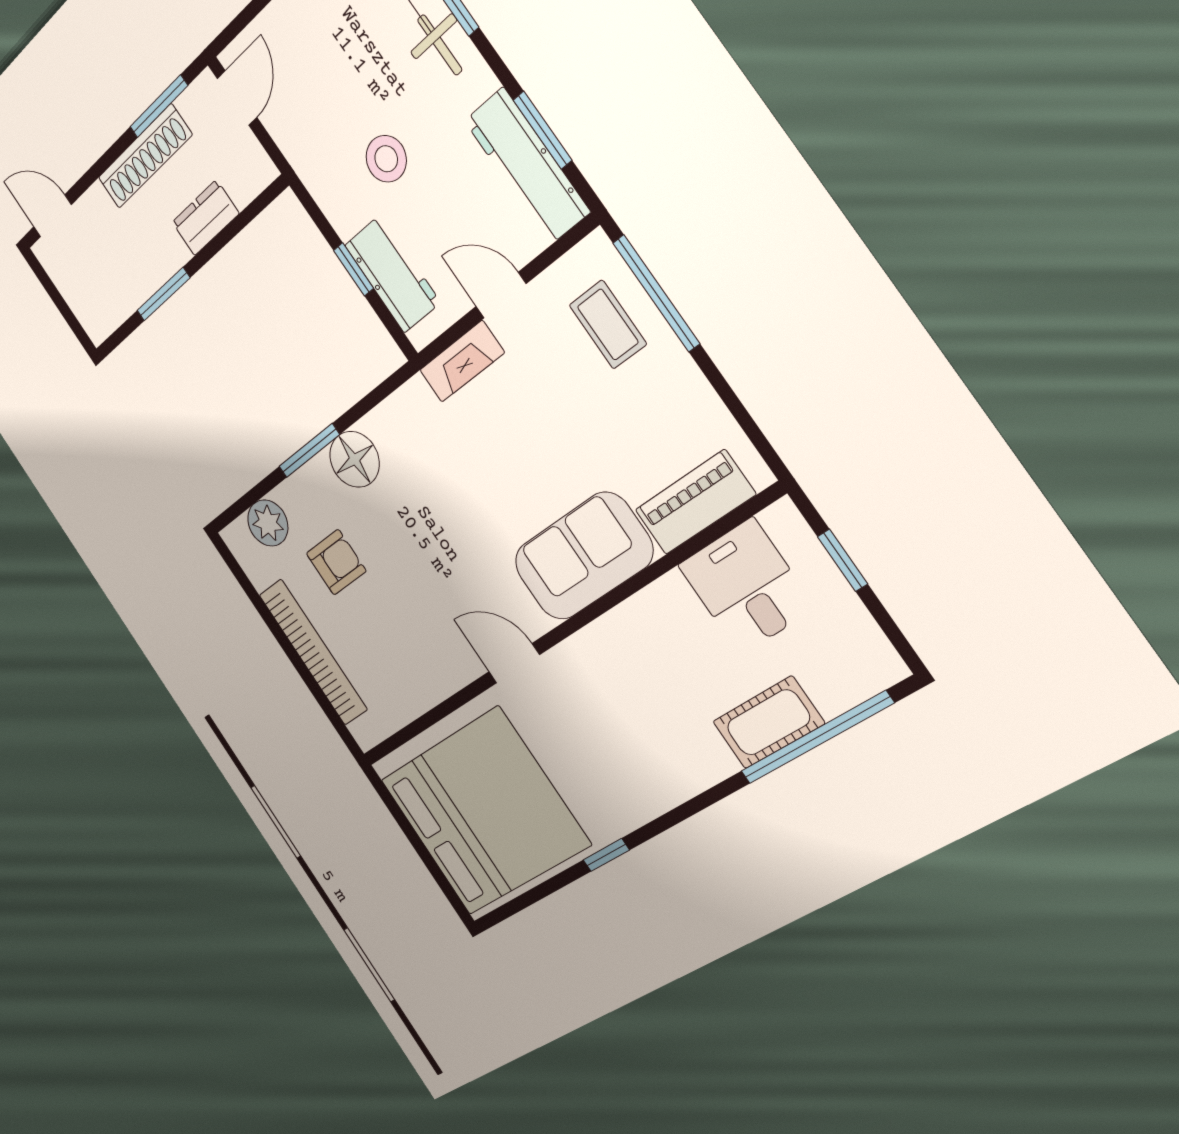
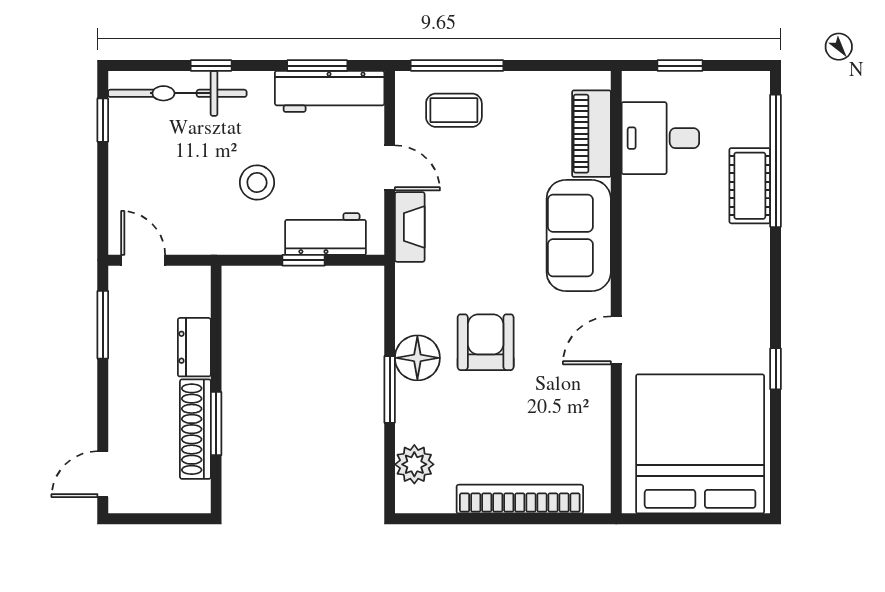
shoe rack: (145, 156) -> (195, 429), moved, turned 180
door: (501, 295) -> (390, 168), swing flipped
armchair: (336, 562) -> (486, 342), moved, width x1.38, depth x1.38

